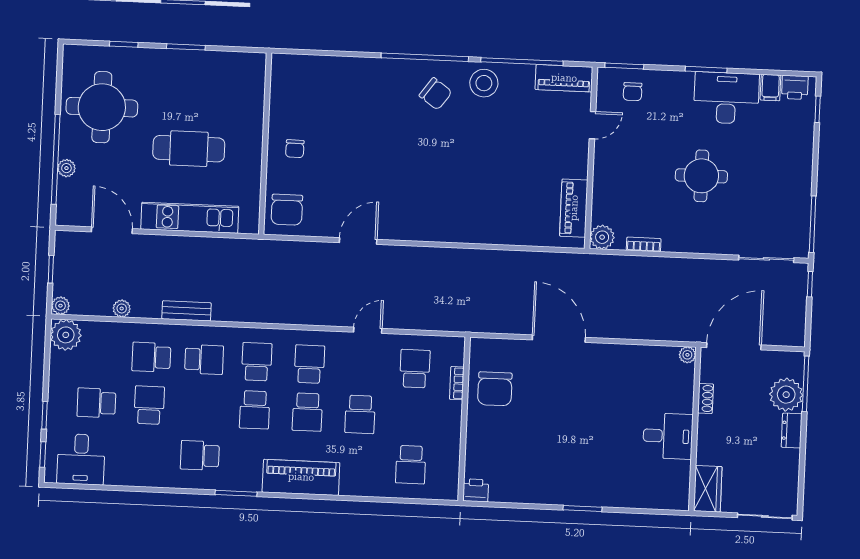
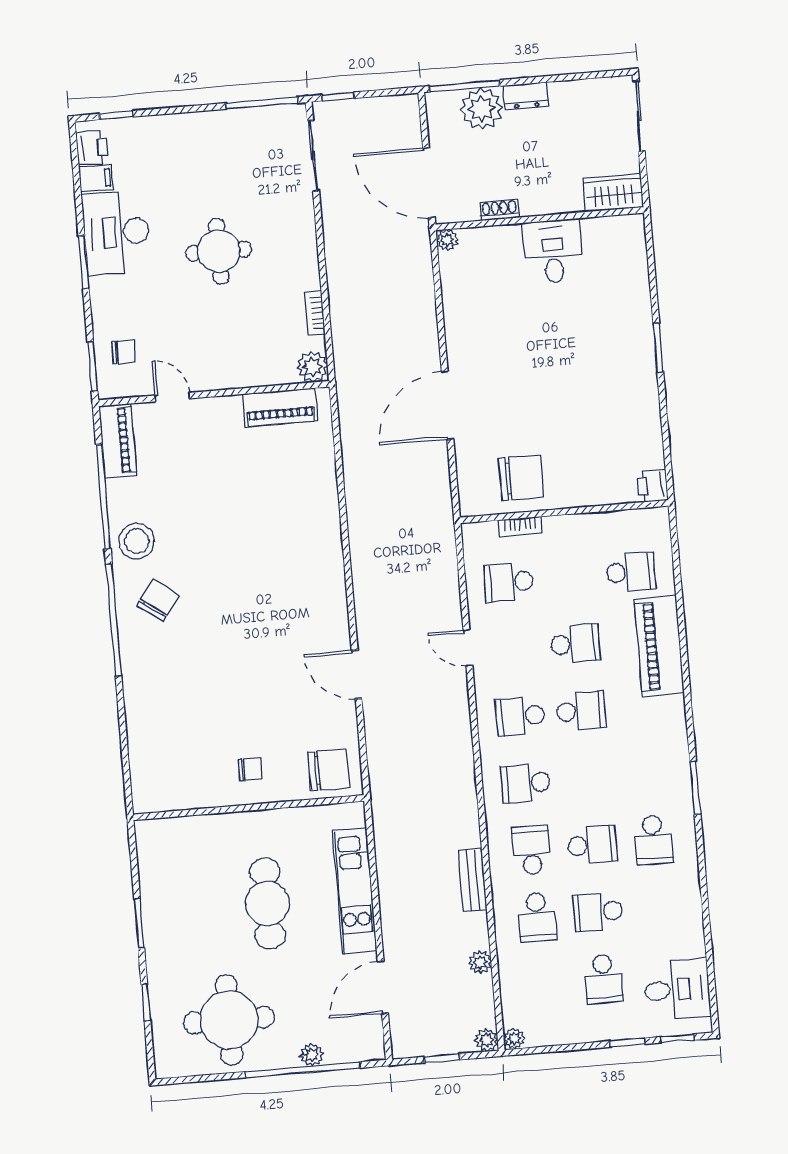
plant: (66, 335) -> (514, 1039), width x0.53, depth x0.53
school desk: (255, 410) -> (592, 845), moved
piano: (301, 477) -> (659, 646), moved

